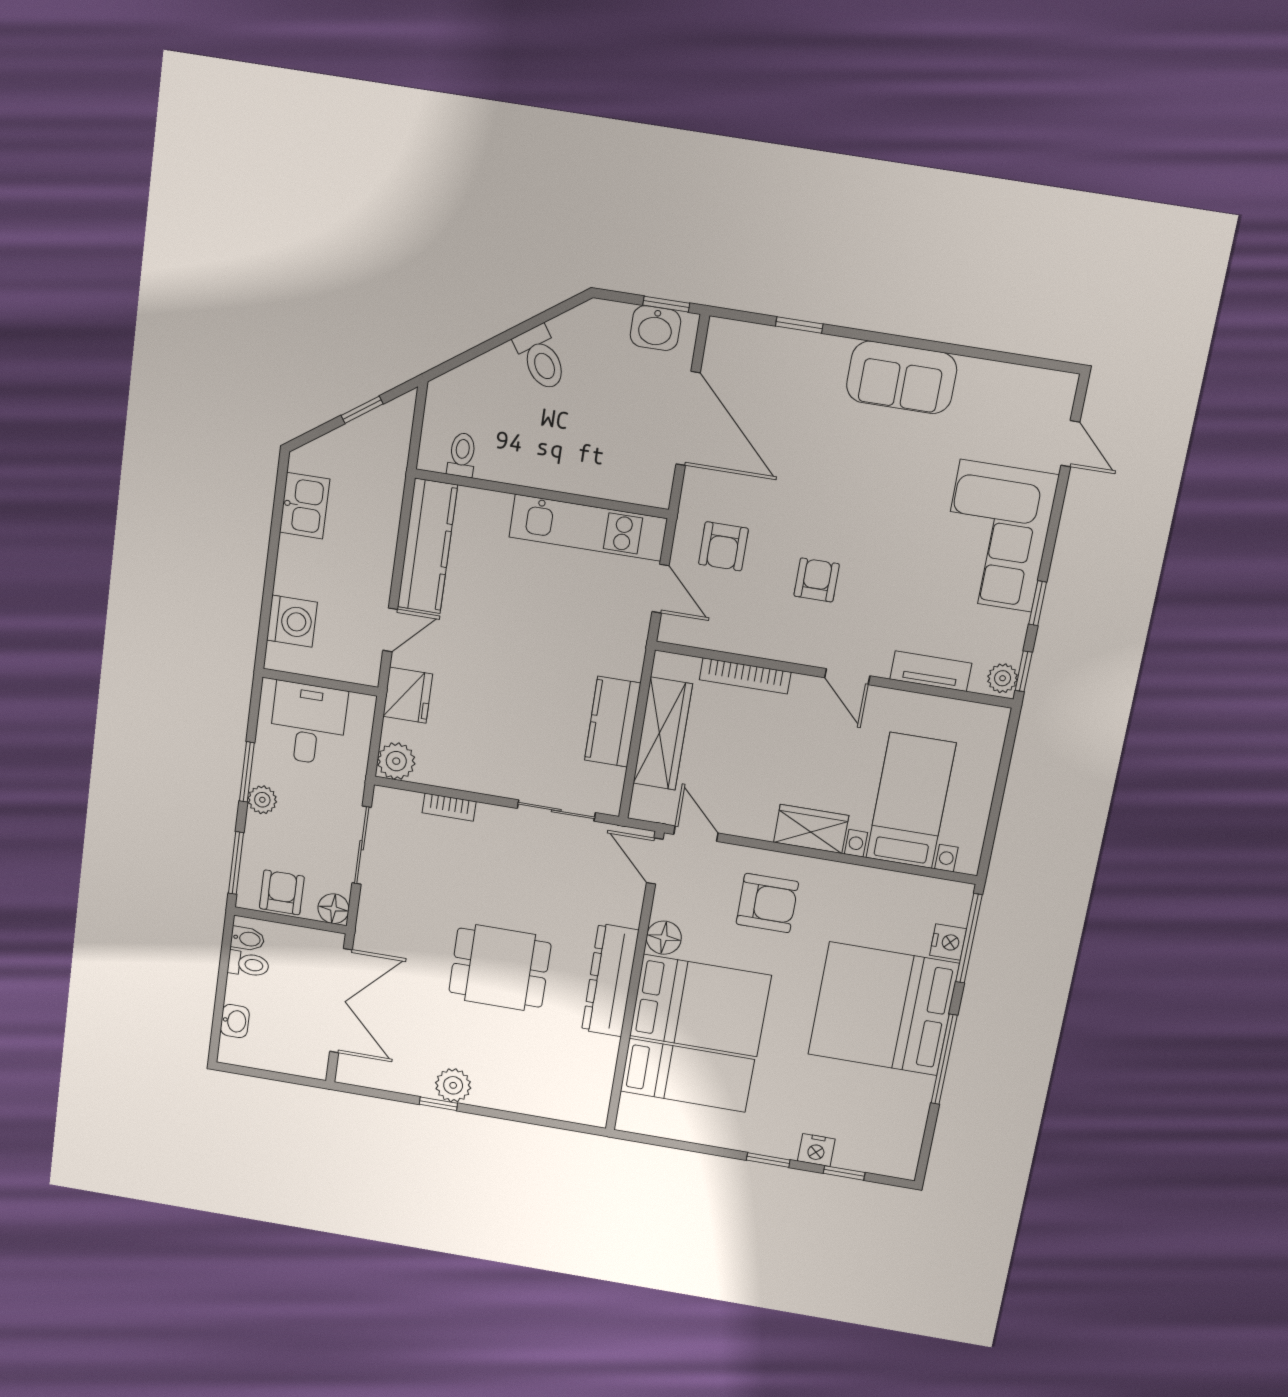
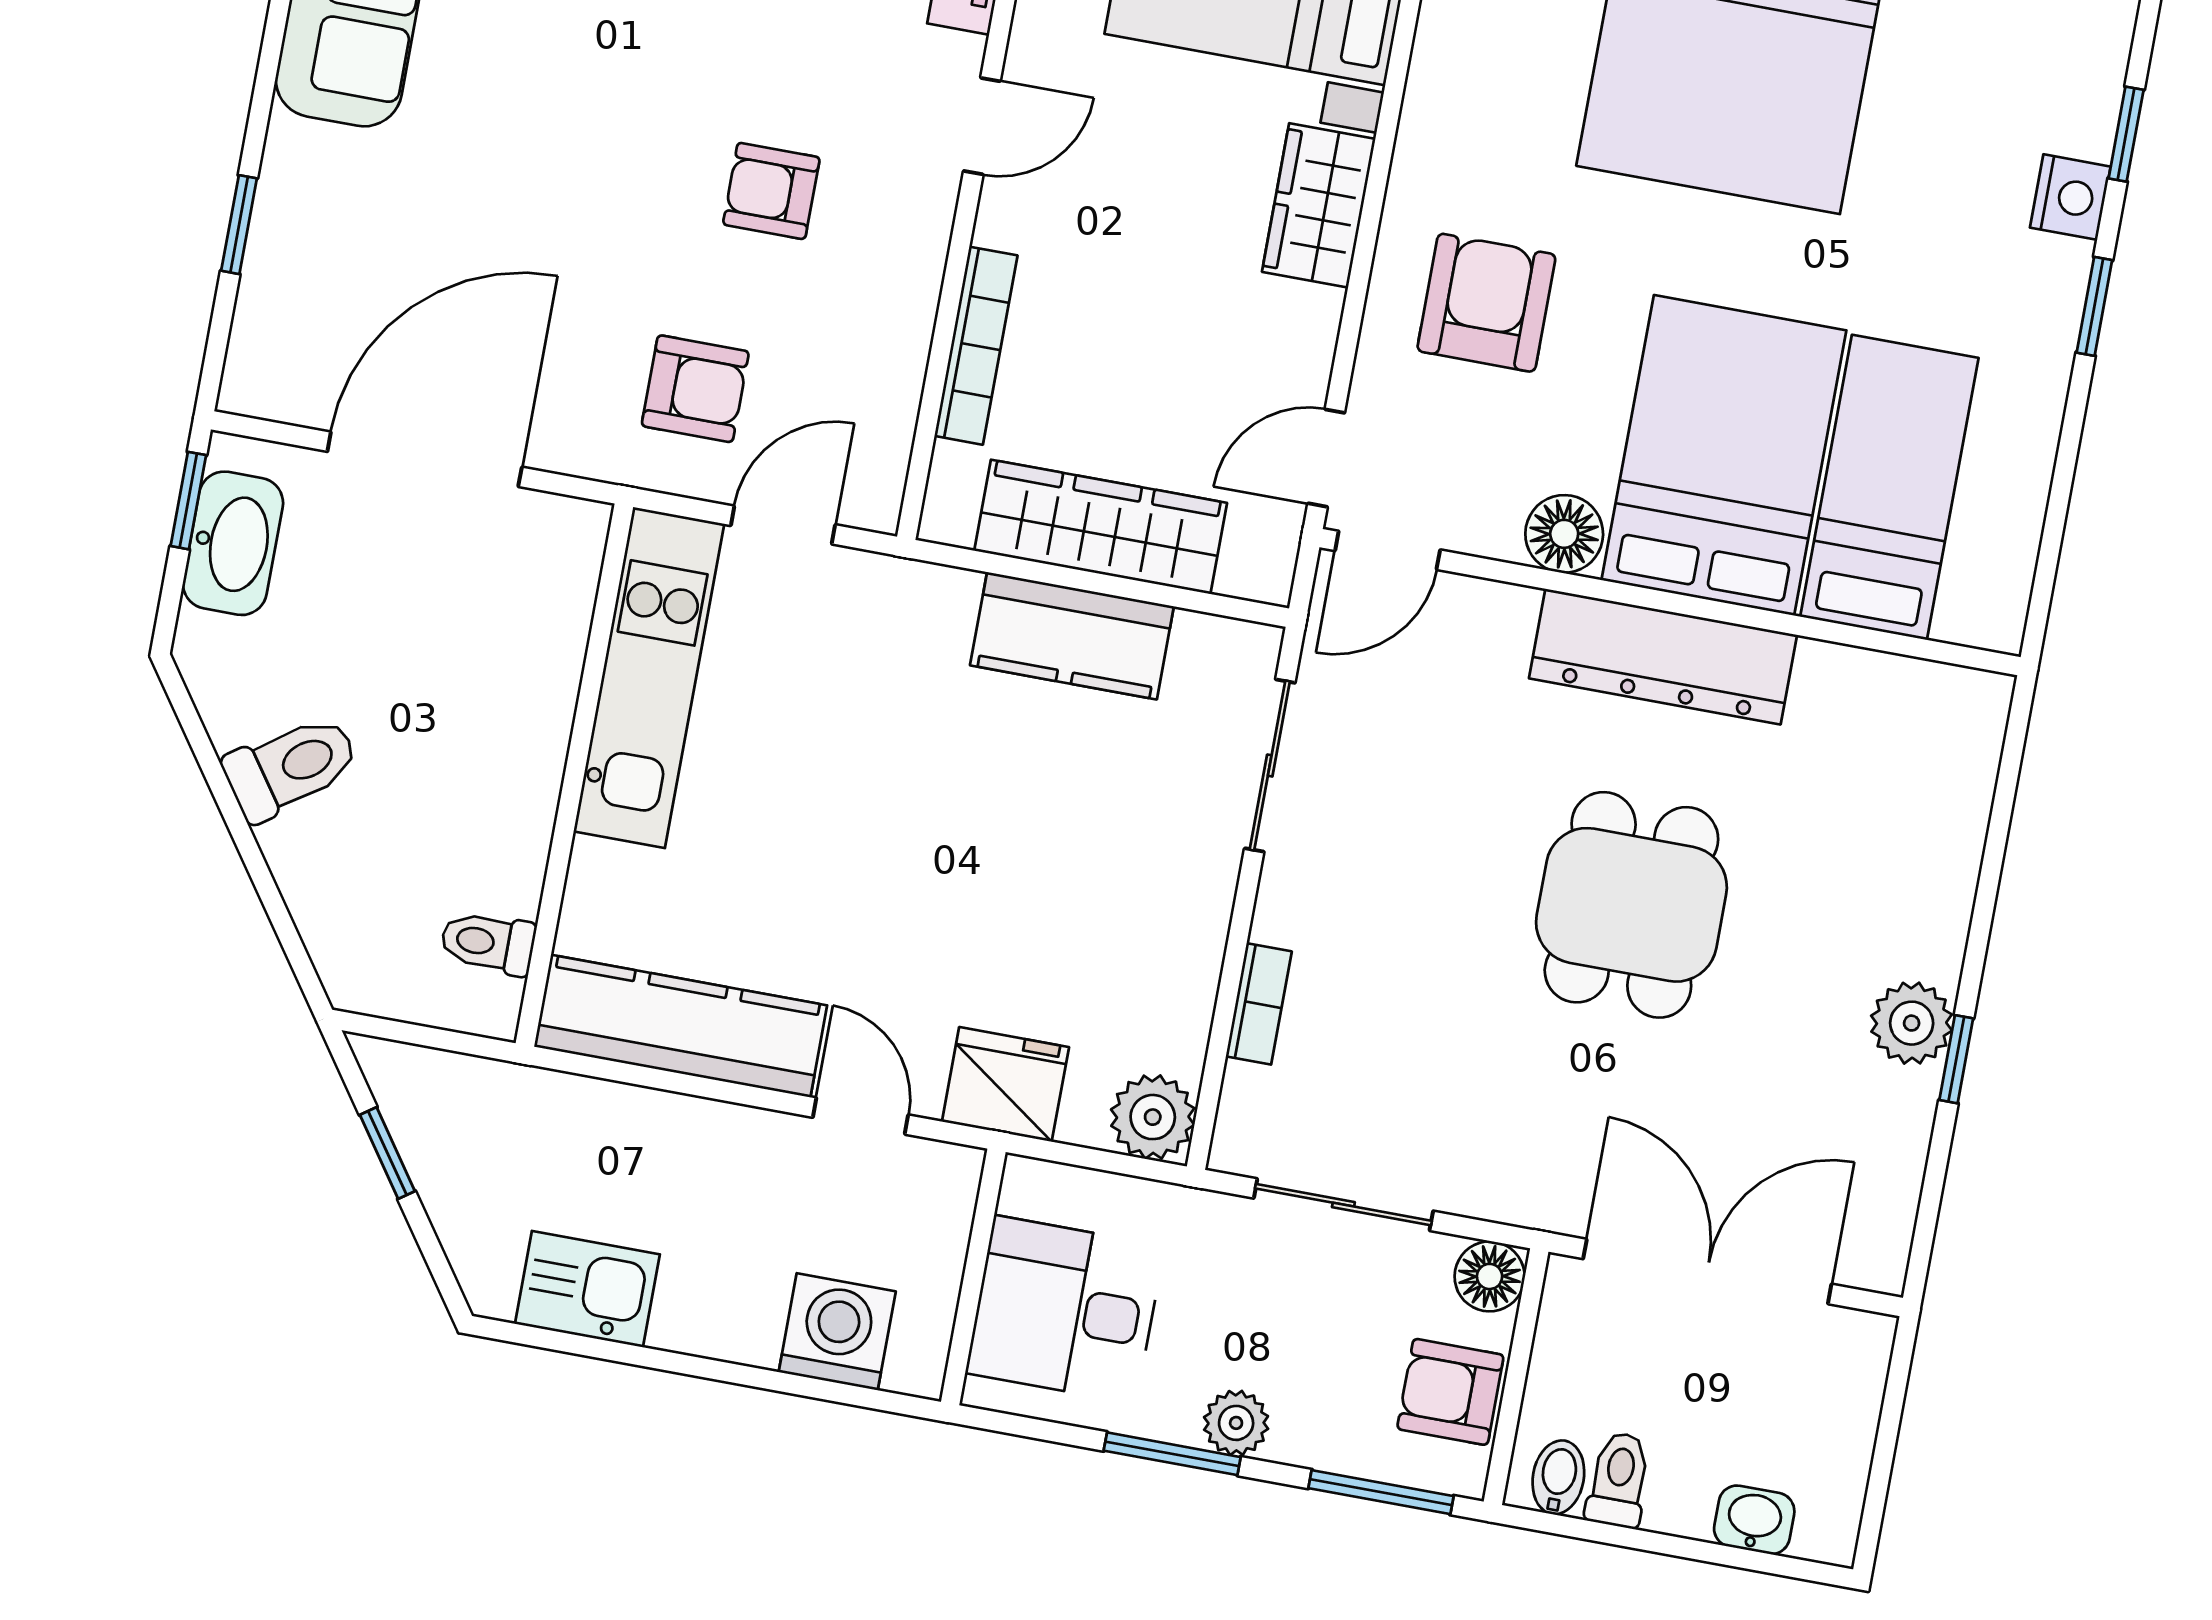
washbasin: (655, 328) -> (233, 543), width x1.38

